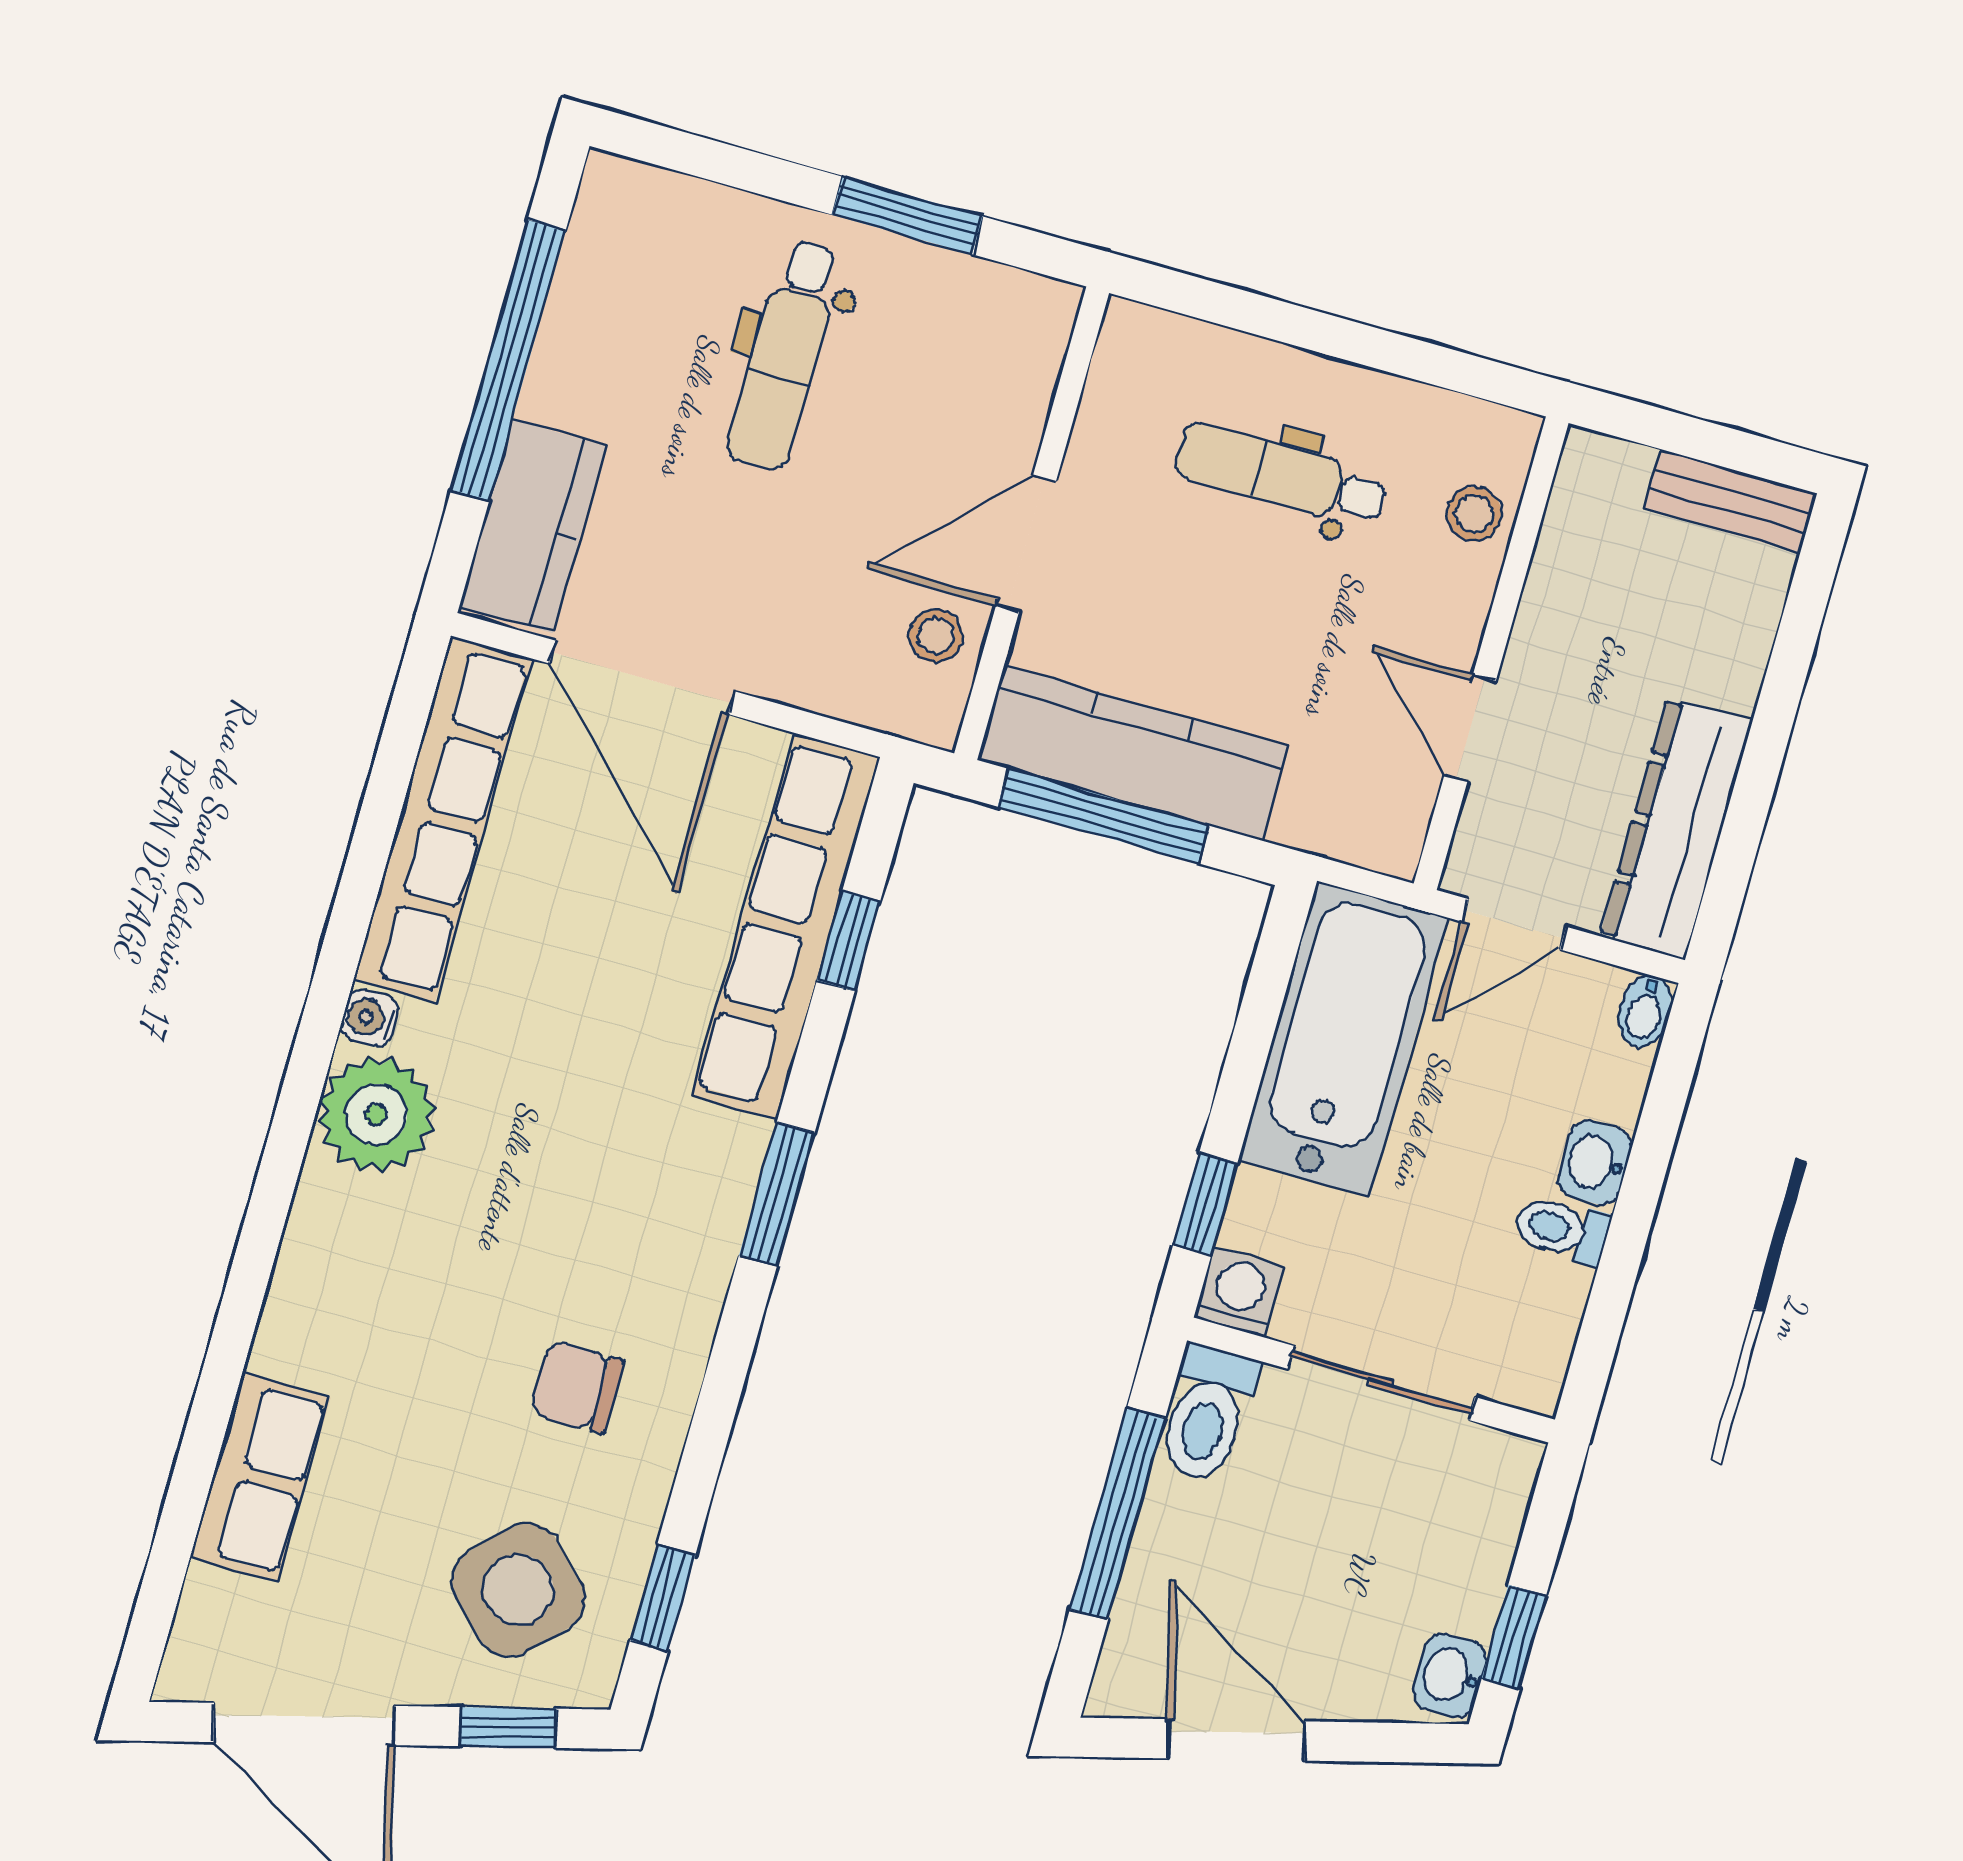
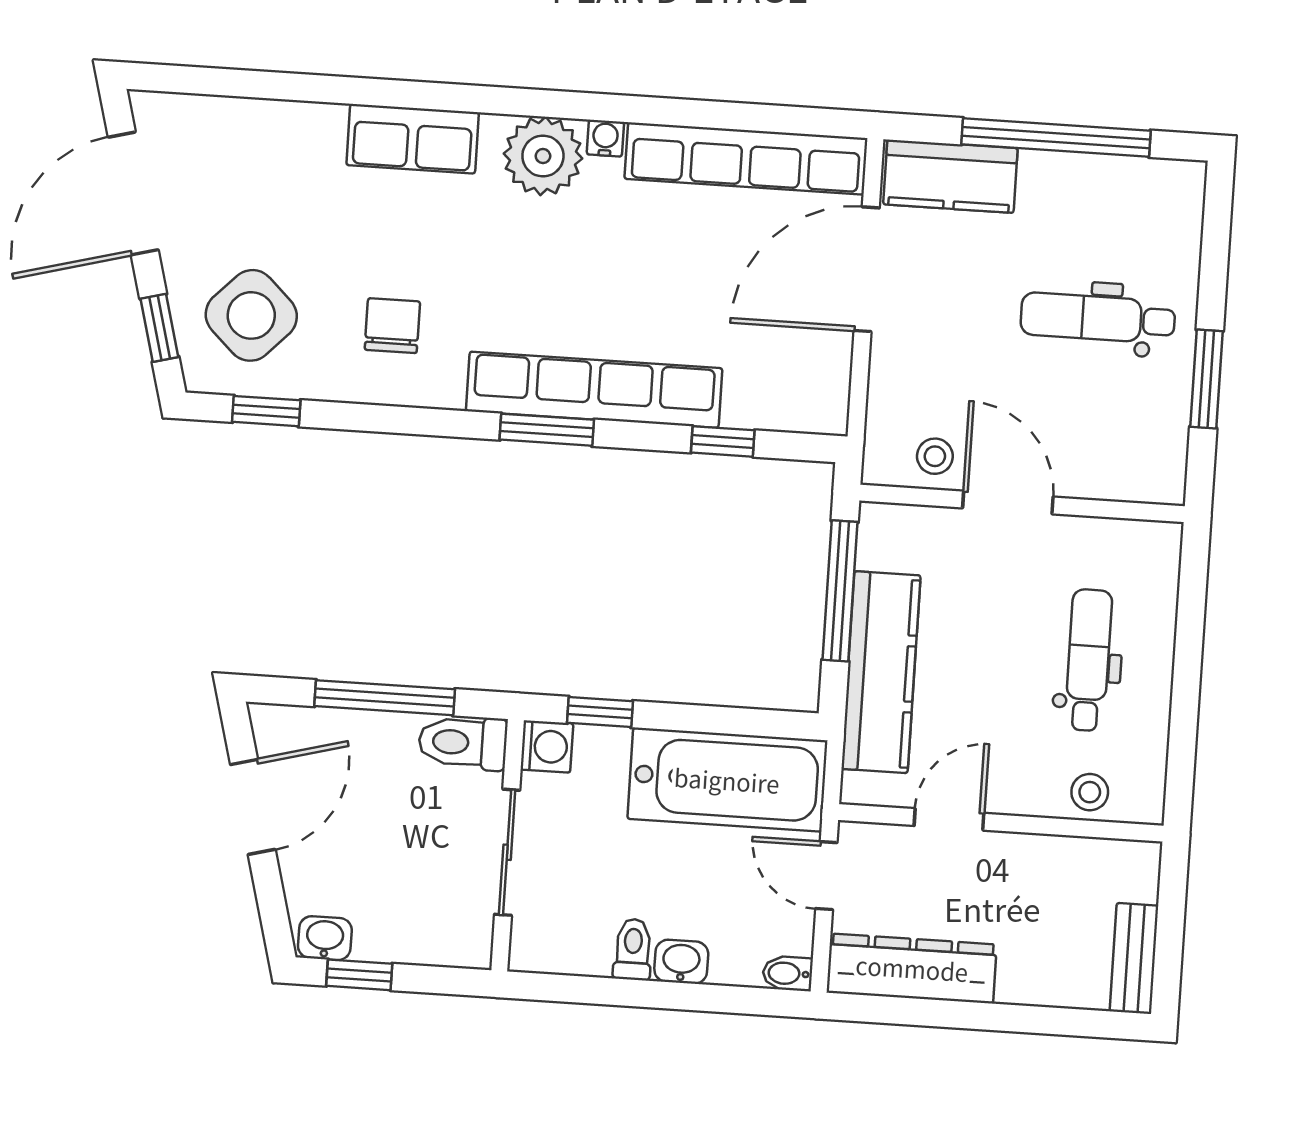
kitchen counter: (1133, 753) -> (881, 672), moved
row of seats: (786, 926) -> (594, 390), moved
row of seats: (260, 1478) -> (413, 139), moved

